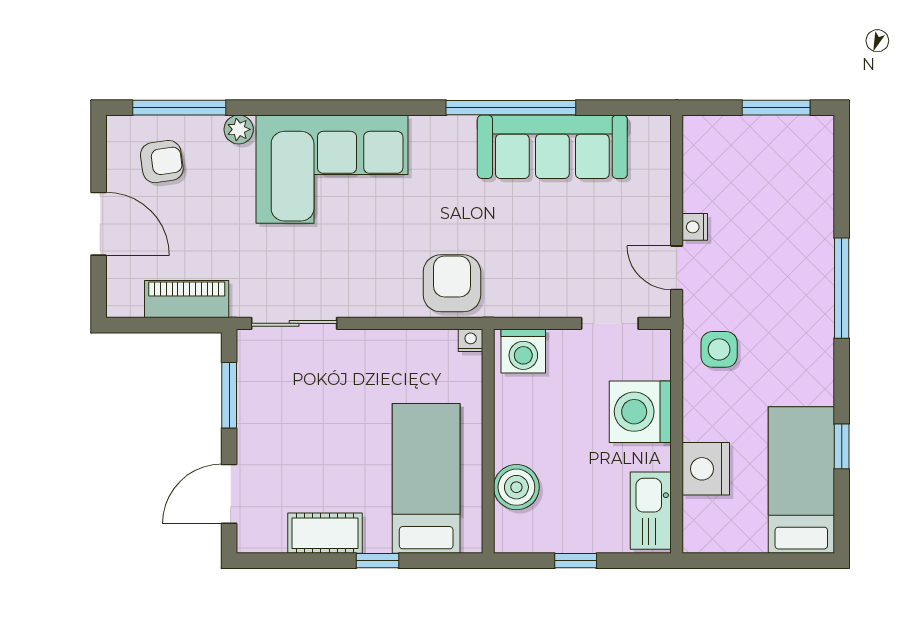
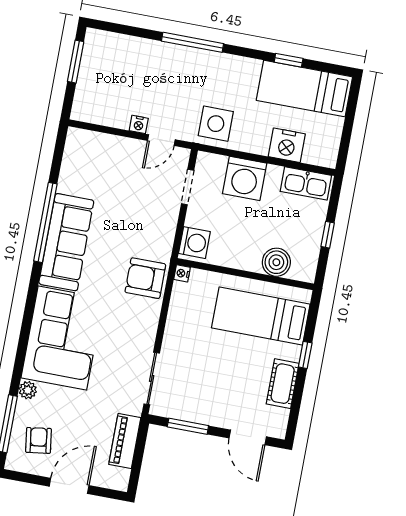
sofa: (552, 147) -> (66, 242), moved
side table: (719, 349) -> (216, 124), width x1.37, depth x1.37

